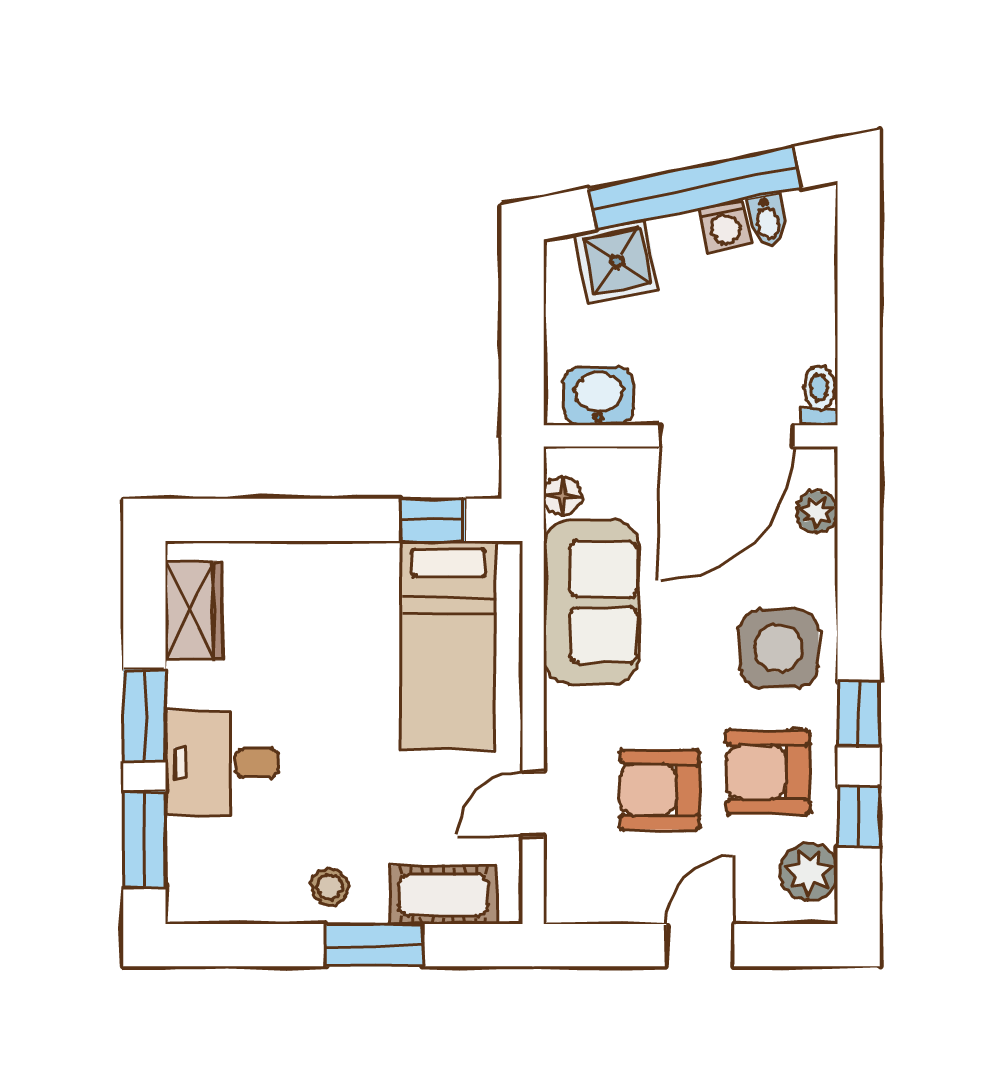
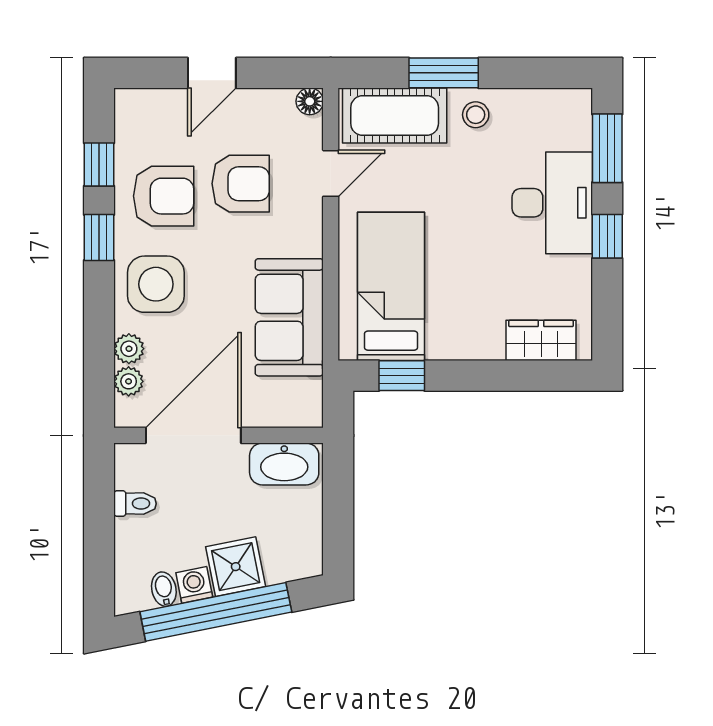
shower: (617, 261) -> (236, 567), moved
washbasin: (598, 396) -> (284, 464), width x1.38
toilet: (819, 396) -> (135, 504), moved, turned -90
floor lamp: (563, 496) -> (310, 101), moved
wardrobe: (194, 610) -> (541, 340), moved, turned 90
window: (144, 716) -> (607, 236), width x0.67
desk: (222, 763) -> (552, 203), width x1.37
plant: (809, 872) -> (129, 349), moved, width x0.73, depth x0.73
cot: (443, 895) -> (395, 116), width x1.37, depth x1.34

